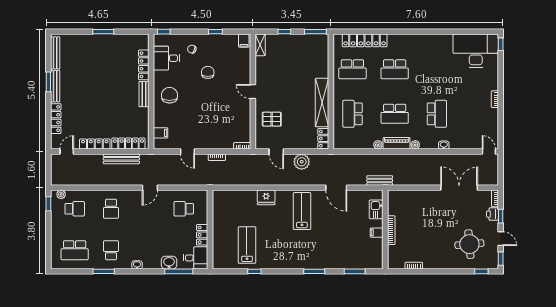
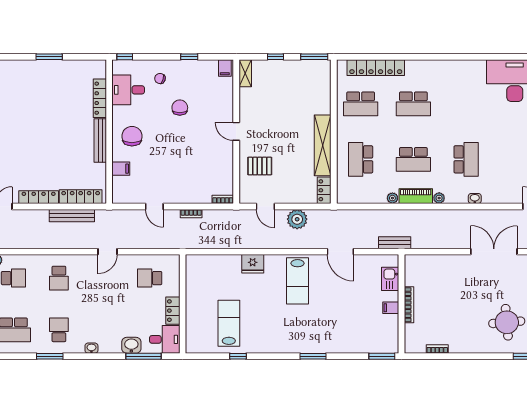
bench: (144, 94) -> (100, 141), width x1.36
filing cabinet: (161, 133) -> (121, 169), moved
lab bench: (302, 211) -> (298, 281), turned 180
window: (355, 271) -> (382, 356), moved

